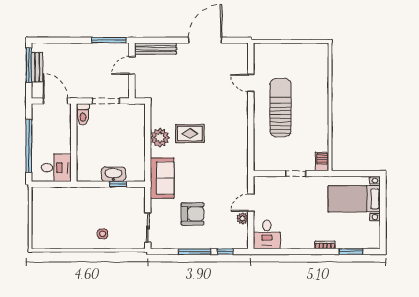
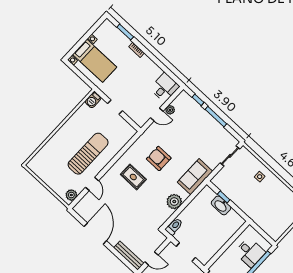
door: (205, 40) -> (95, 234), swing flipped
plant: (260, 55) -> (71, 195), added
sun lounger: (280, 108) -> (88, 154), turned 180
toilet: (83, 114) -> (174, 227), moved
rug: (190, 134) -> (133, 177), moved
desk: (56, 168) -> (250, 252), moved, turned 180
armchair: (193, 214) -> (159, 158), moved

